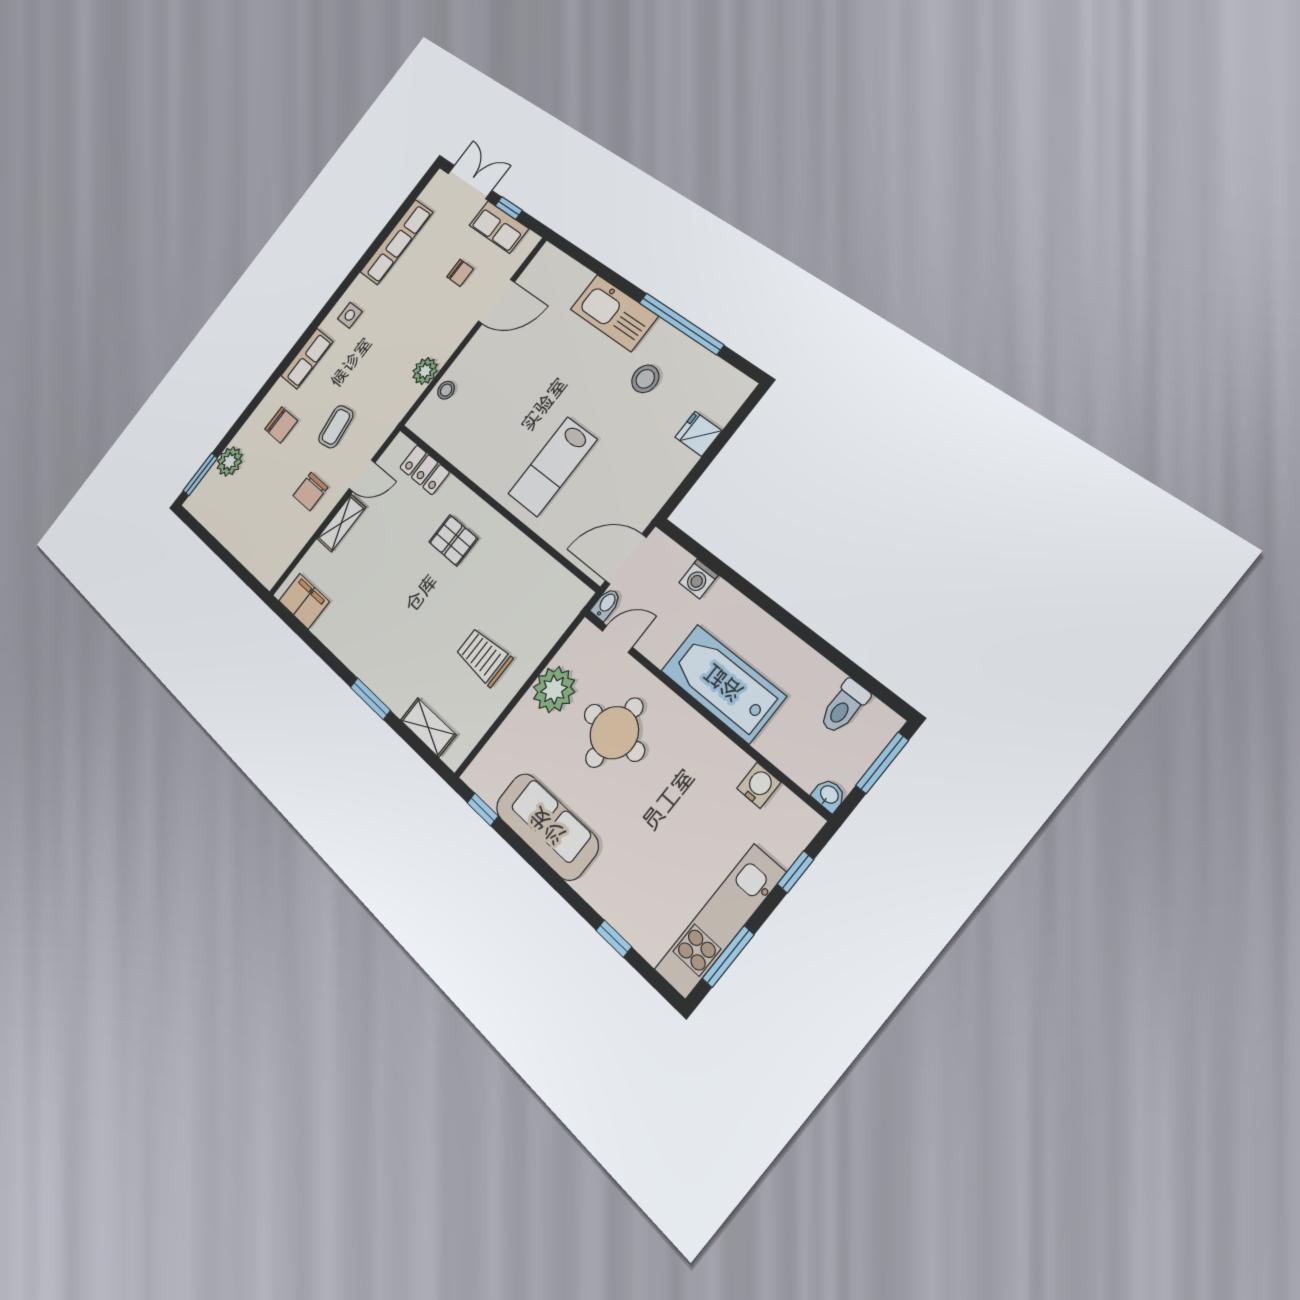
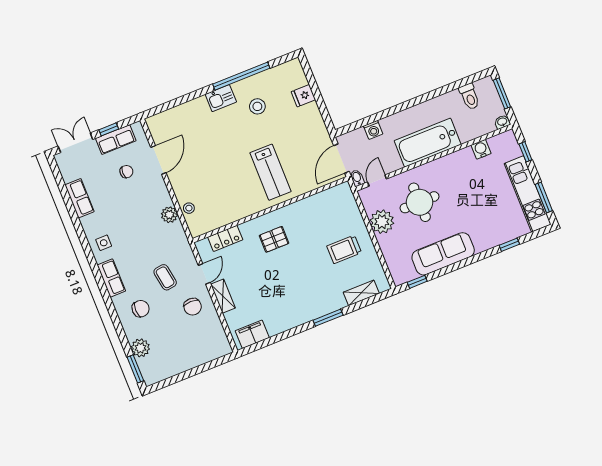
row of seats: (397, 242) -> (80, 198), width x0.68
kitchen sink: (614, 313) -> (221, 98), width x0.53, depth x0.81

